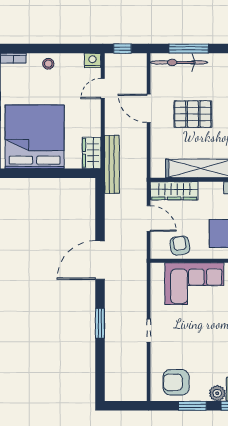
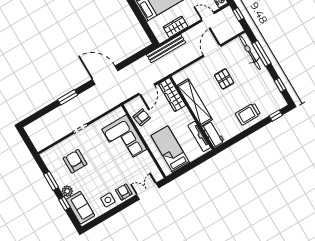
pallet: (193, 114) -> (224, 79), width x0.67, depth x0.71
wardrobe: (92, 153) -> (176, 27), moved
armchair: (176, 382) -> (75, 161), moved

